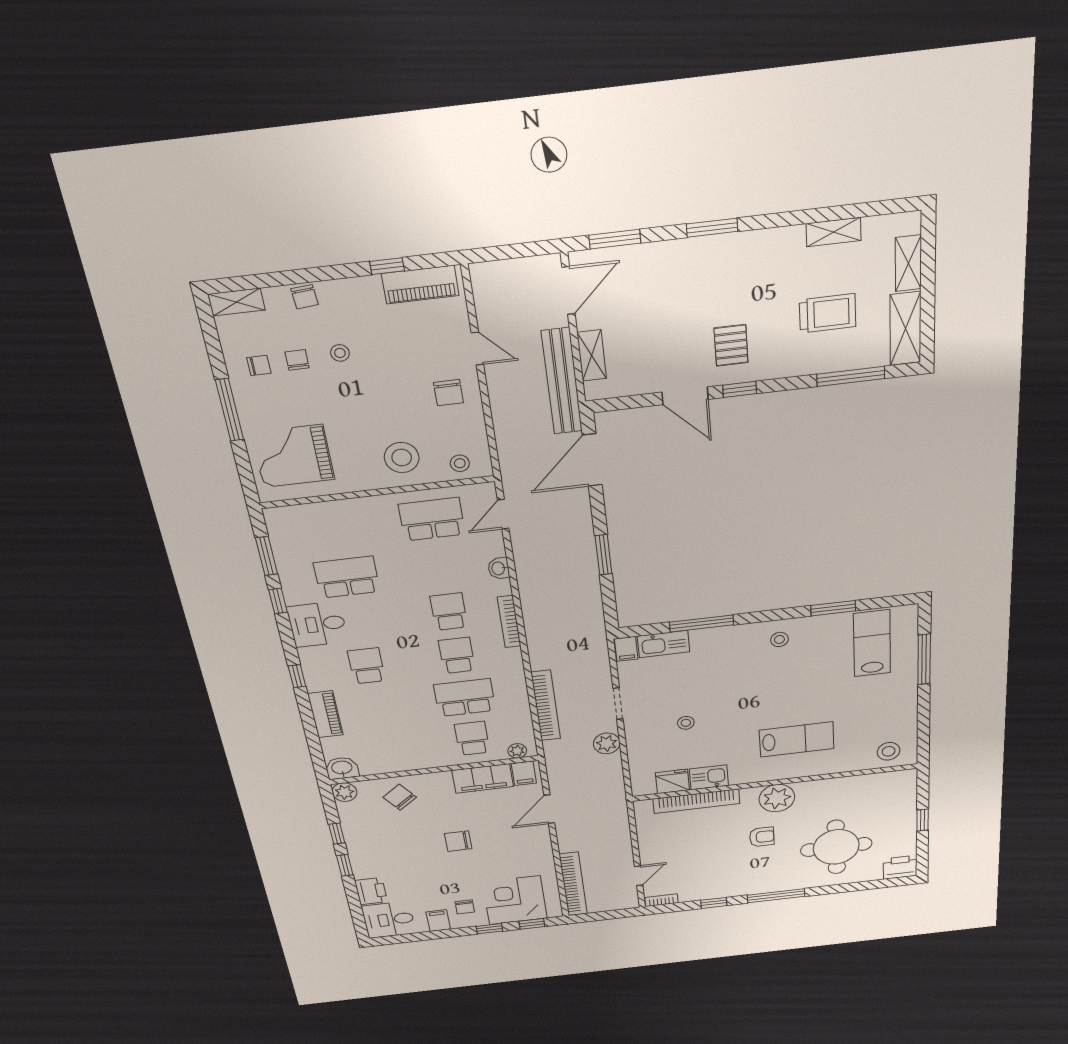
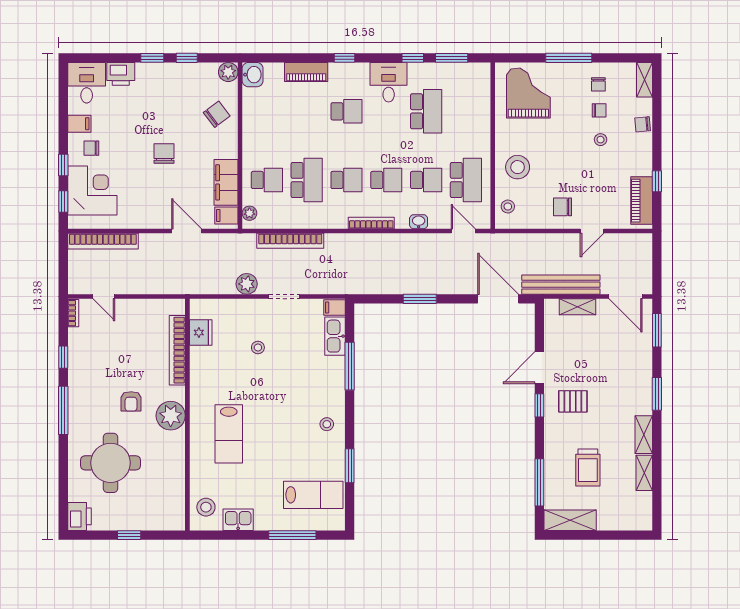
shelving: (908, 263) -> (644, 435), moved, turned 90
school desk: (440, 566) -> (426, 180), added
kitchen sink: (709, 777) -> (238, 520), moved, turned -90

